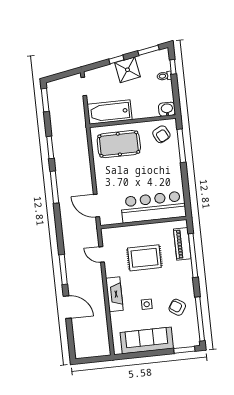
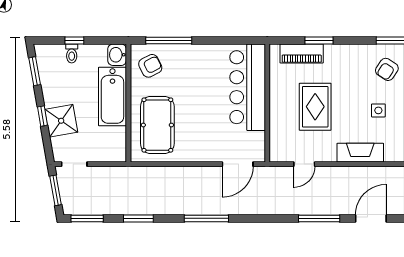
window: (173, 67) -> (74, 41), moved
shower: (127, 70) -> (61, 121), moved
window: (63, 75) -> (56, 190), added
bathtub: (110, 112) -> (112, 96), moved
window: (50, 147) -> (138, 218), moved
window: (193, 255) -> (319, 41), width x0.47

